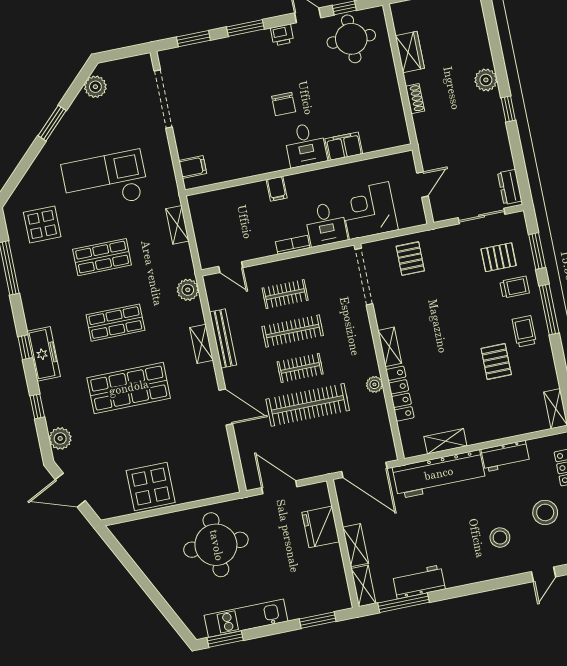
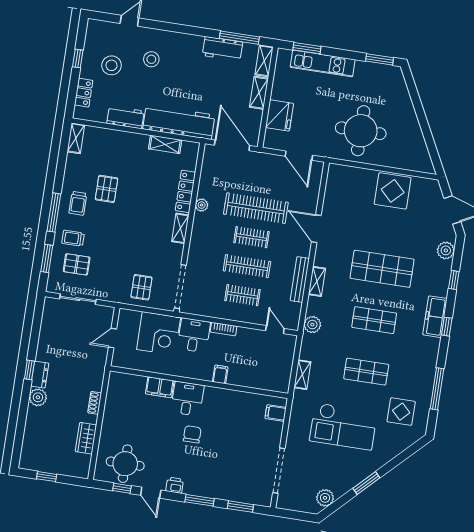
dresser: (510, 187) -> (40, 375), moved
kitchen unit: (246, 618) -> (323, 63), moved

